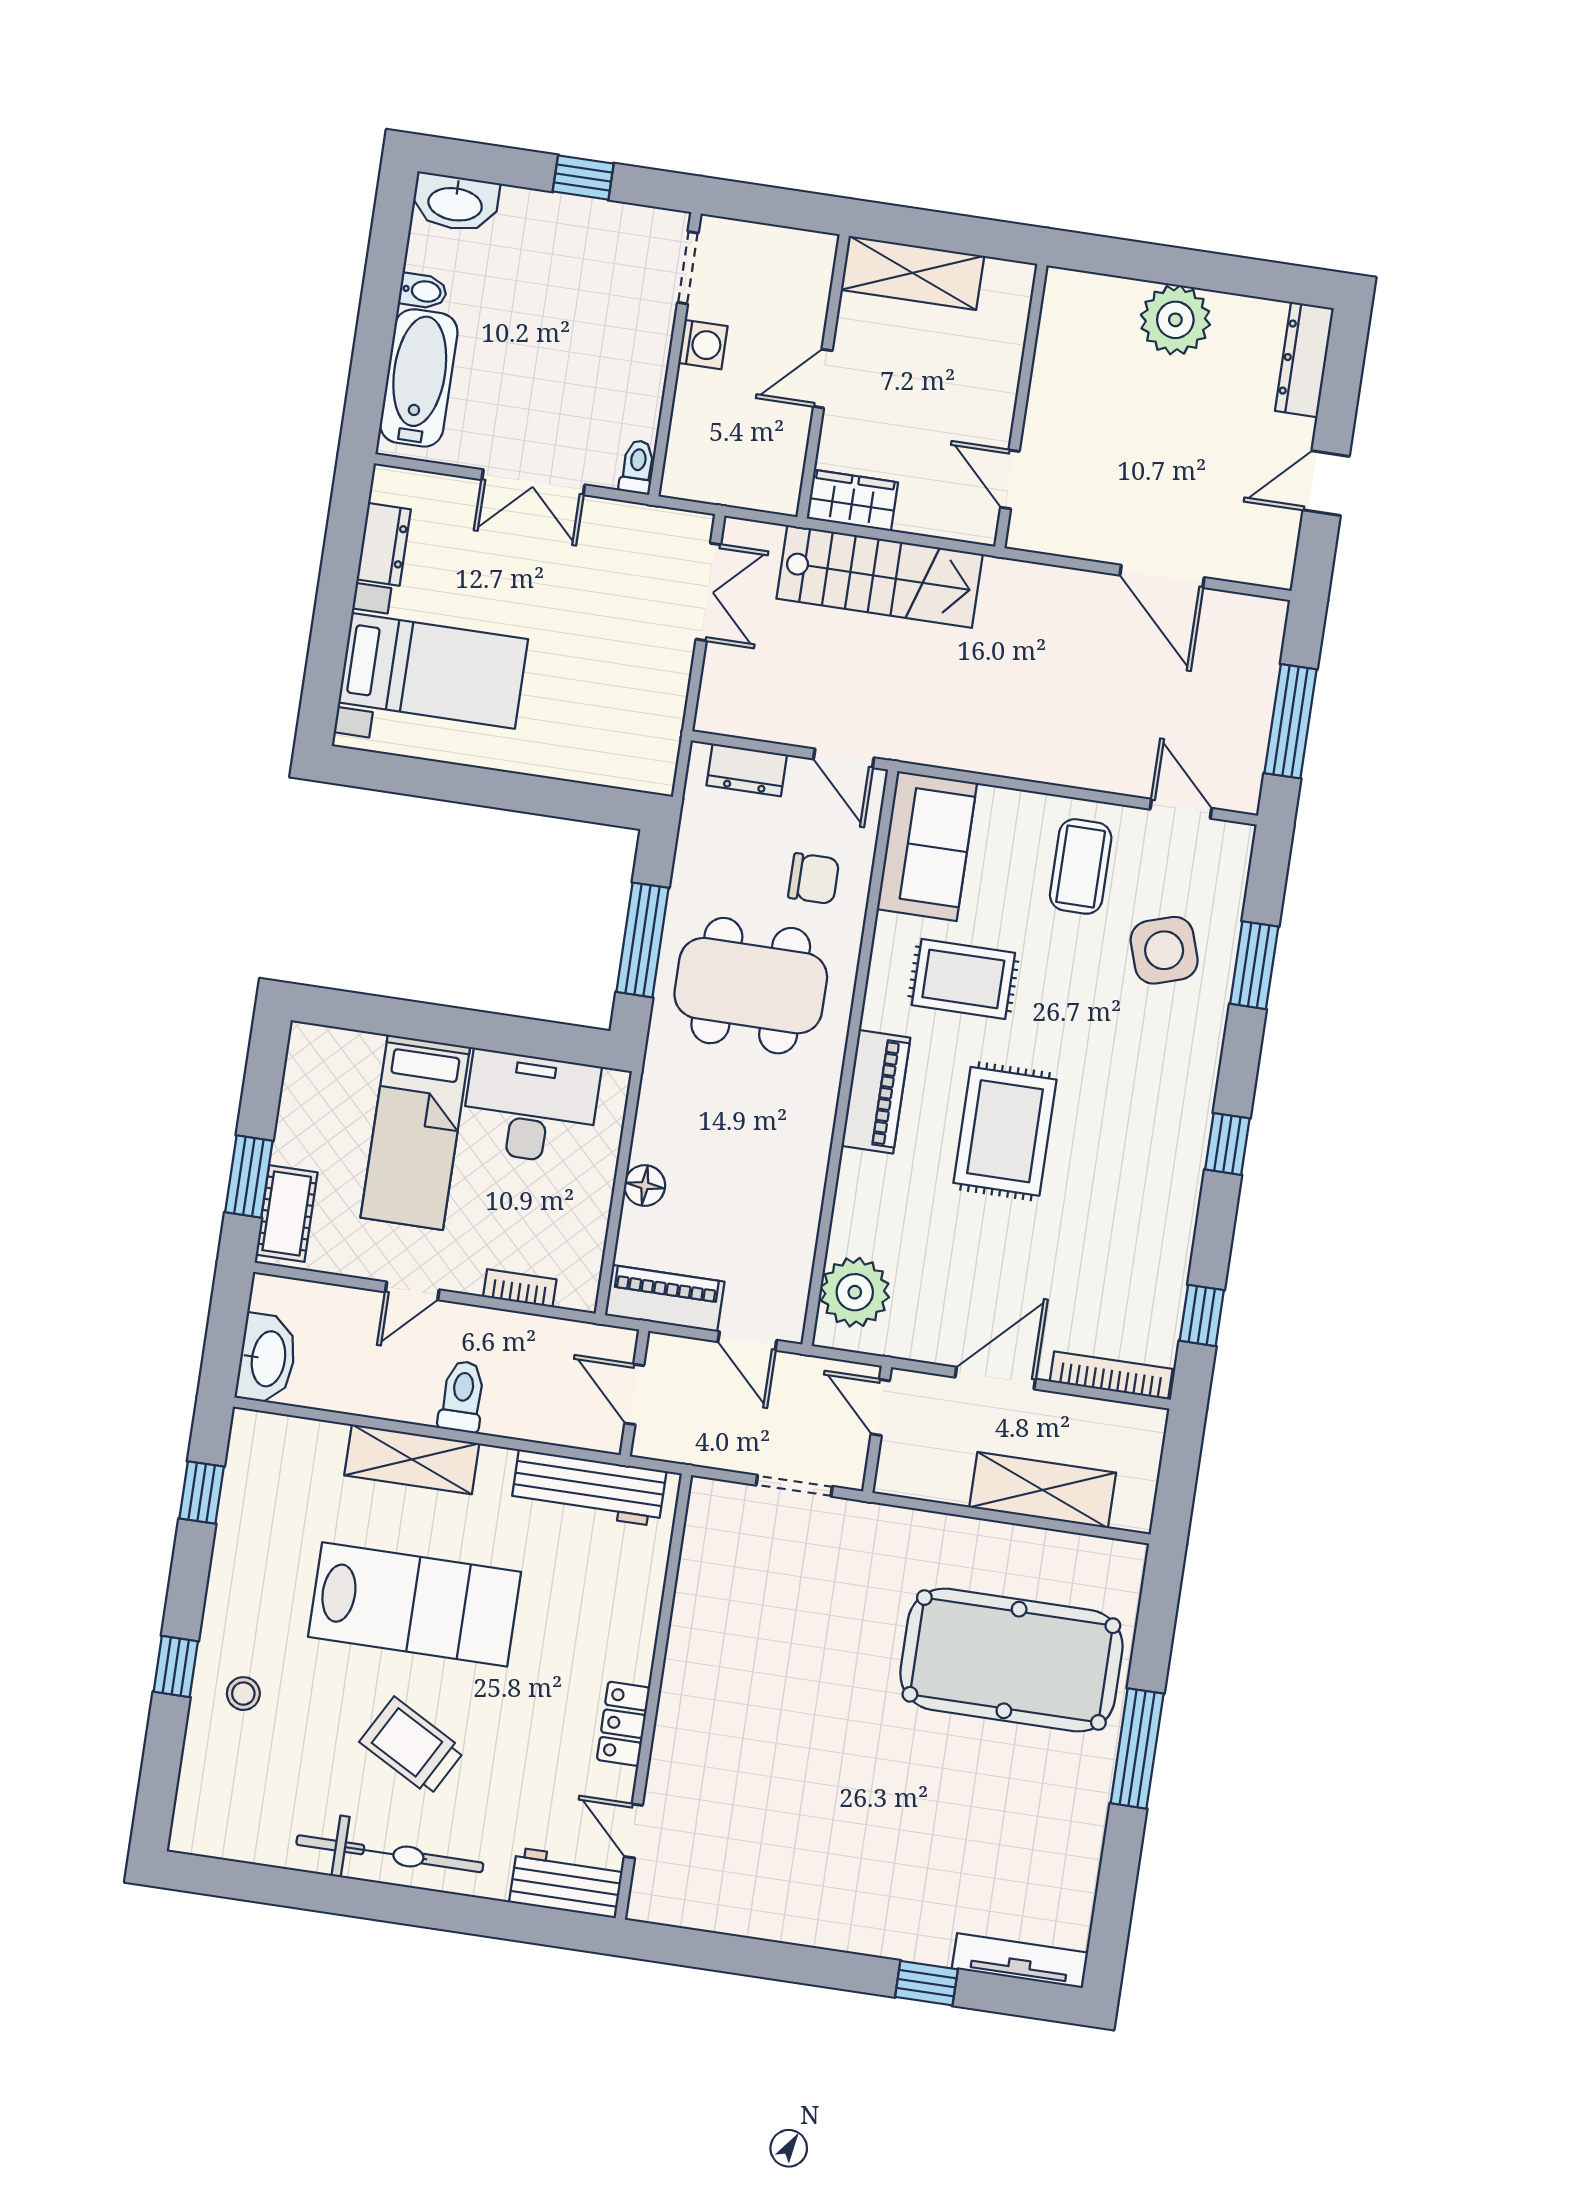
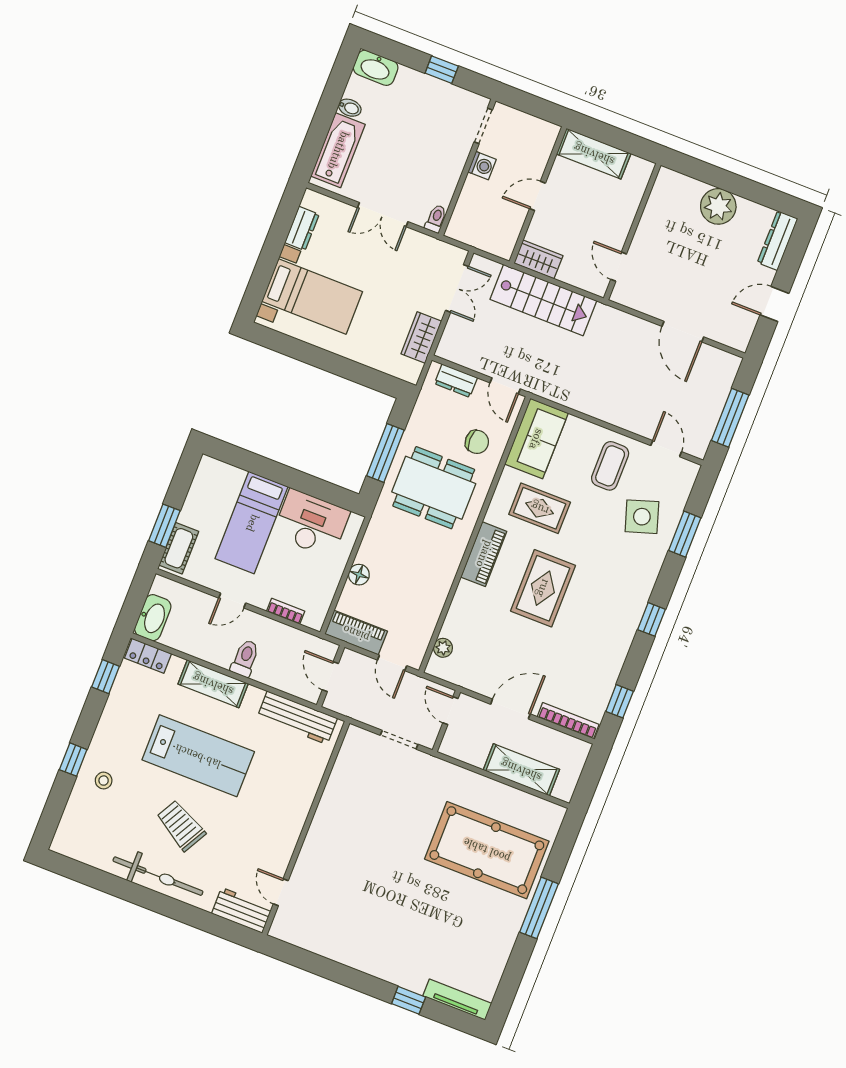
wardrobe: (661, 702) -> (421, 338), added
plant: (855, 1292) -> (443, 648), width x0.53, depth x0.53
locker: (623, 1724) -> (148, 656), moved, turned -90

